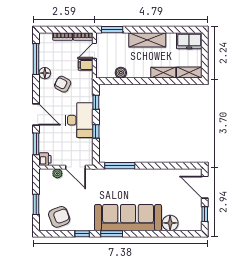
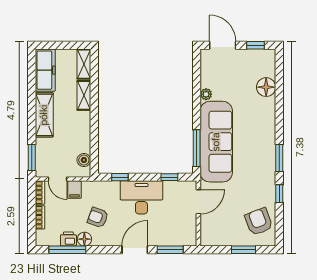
freezer: (189, 41) -> (45, 70), width x1.40
boiler: (121, 73) -> (84, 160), moved
armchair: (63, 84) -> (98, 217), turned 82
window: (96, 131) -> (169, 177), moved
printer: (45, 159) -> (68, 239), moved
plant: (57, 173) -> (206, 94), moved
door: (205, 187) -> (223, 45), swing flipped
sofa: (128, 218) -> (216, 142), moved, turned 180

